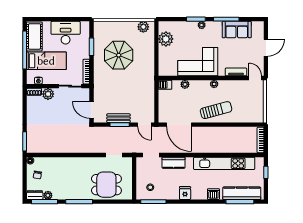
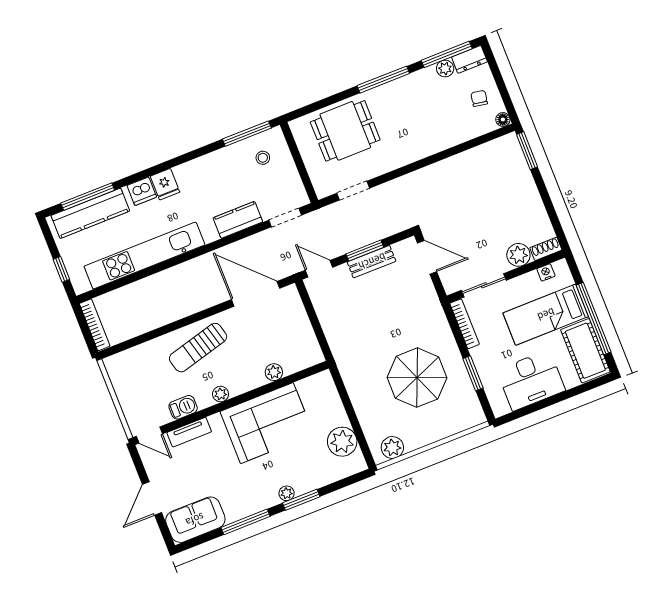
sofa: (237, 30) -> (195, 520), moved
barbecue: (165, 85) -> (183, 407), moved
fridge: (185, 193) -> (165, 184), moved

